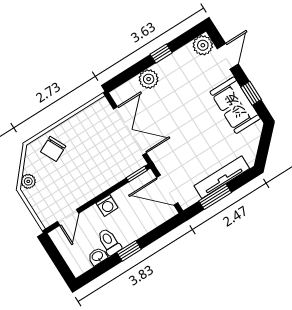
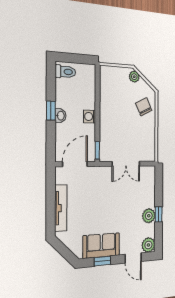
plant: (149, 79) -> (149, 216), moved
double door: (130, 131) -> (126, 164), width x0.73
window: (215, 197) -> (51, 195), removed
door: (68, 217) -> (98, 85), removed
toilet: (109, 242) -> (65, 72), moved
washbasin: (98, 256) -> (60, 116), moved

